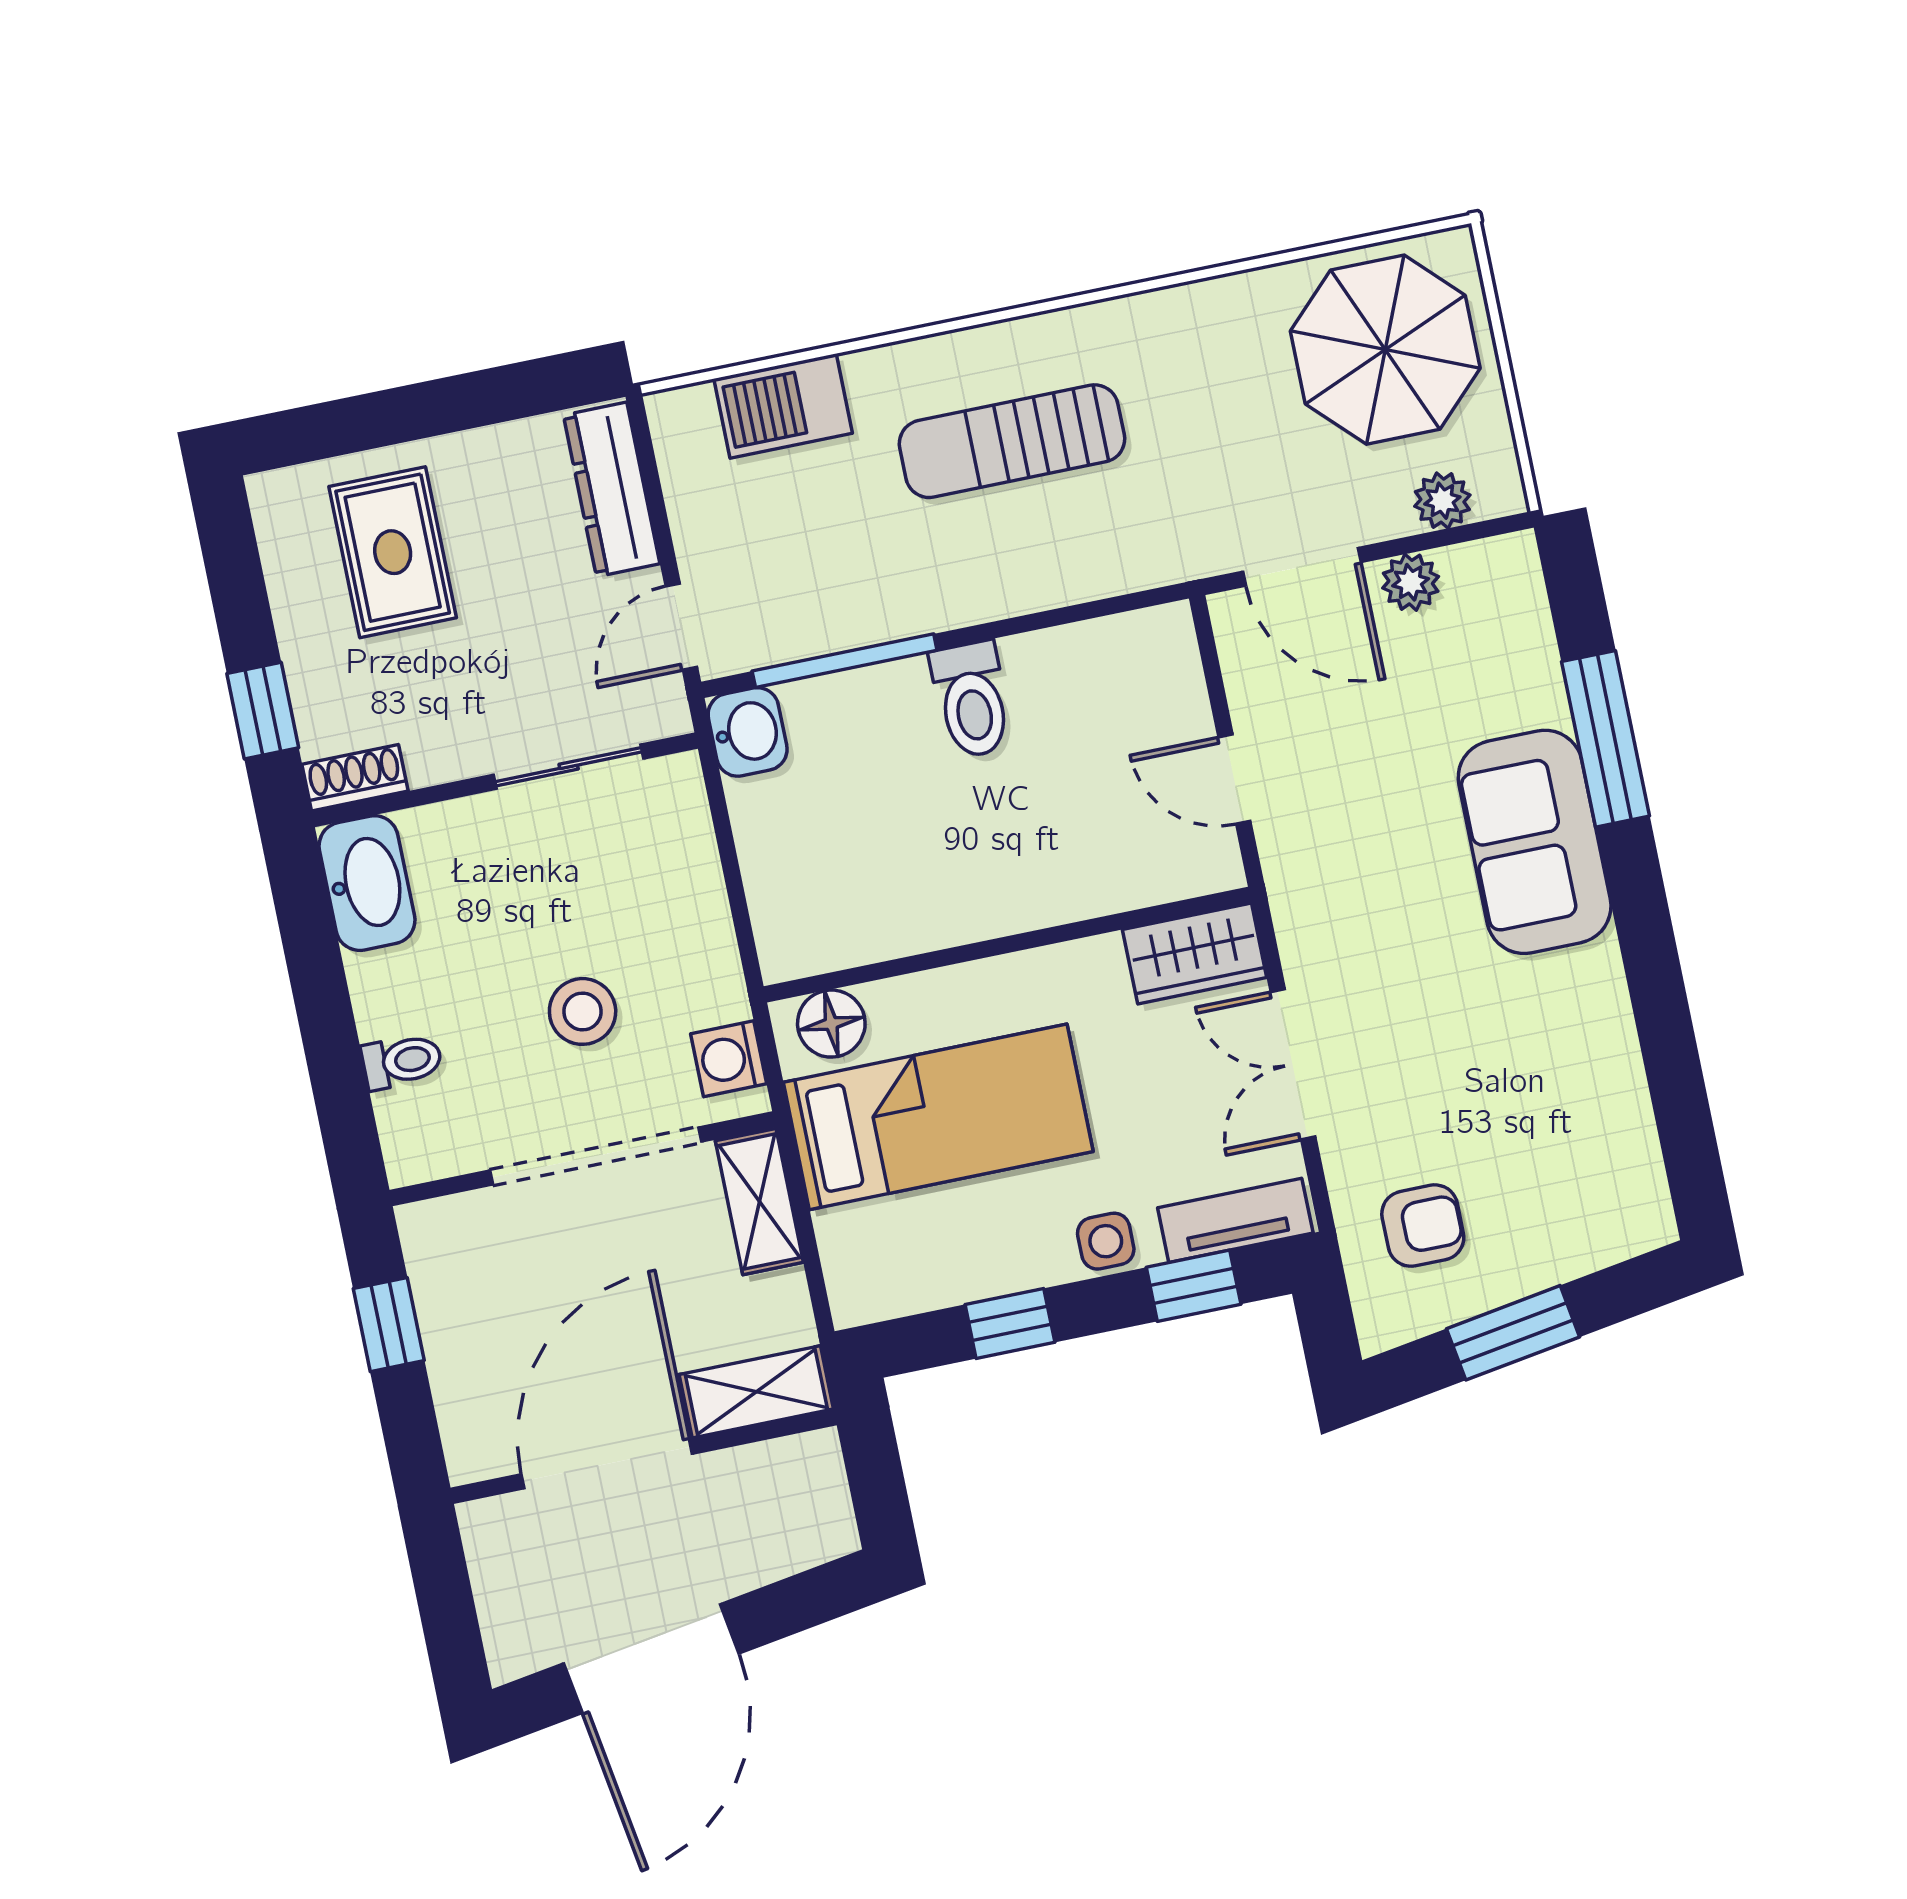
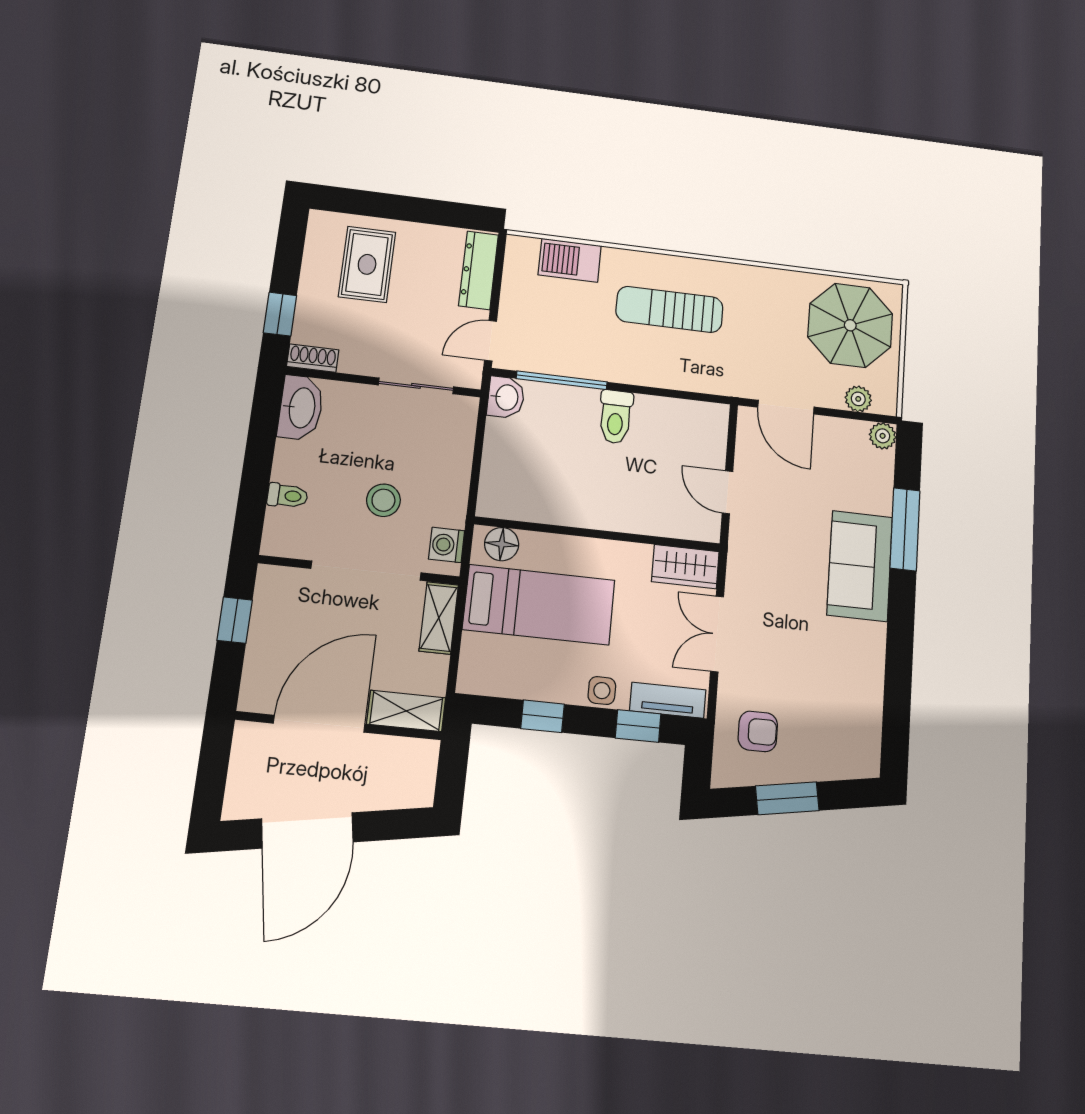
plant: (1411, 582) -> (883, 436), moved

